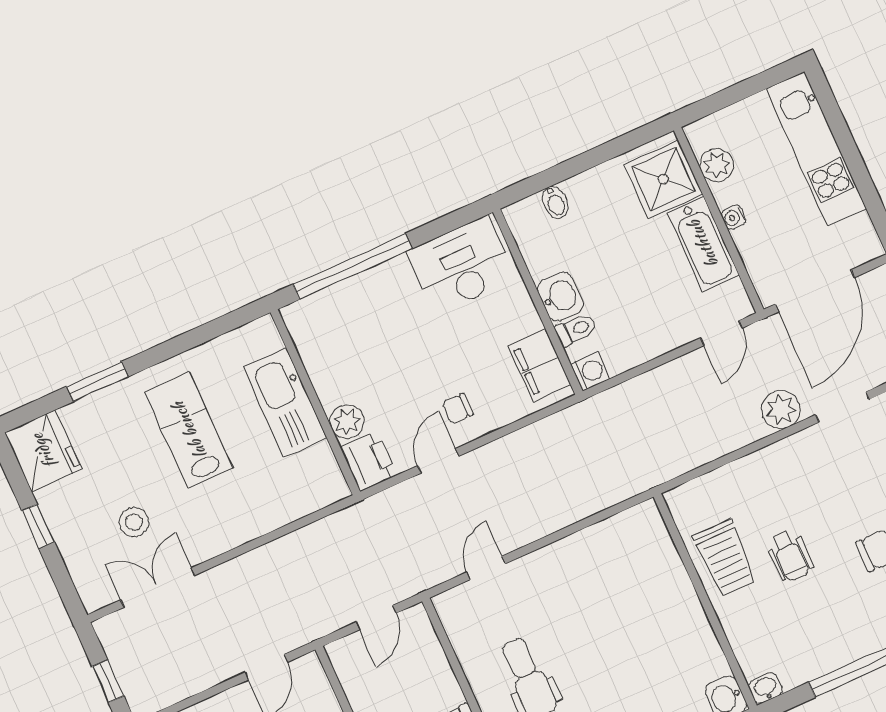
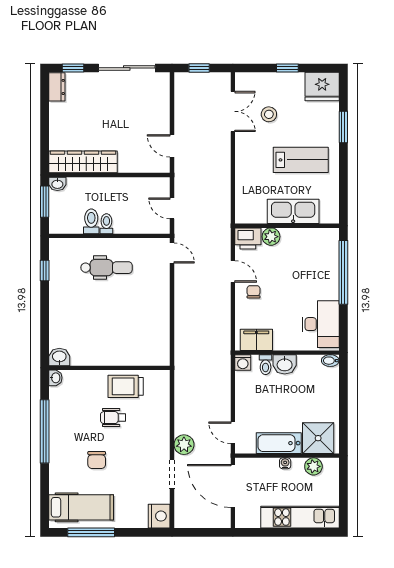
bidet: (555, 202) -> (330, 361), moved
door: (486, 568) -> (172, 253), moved

